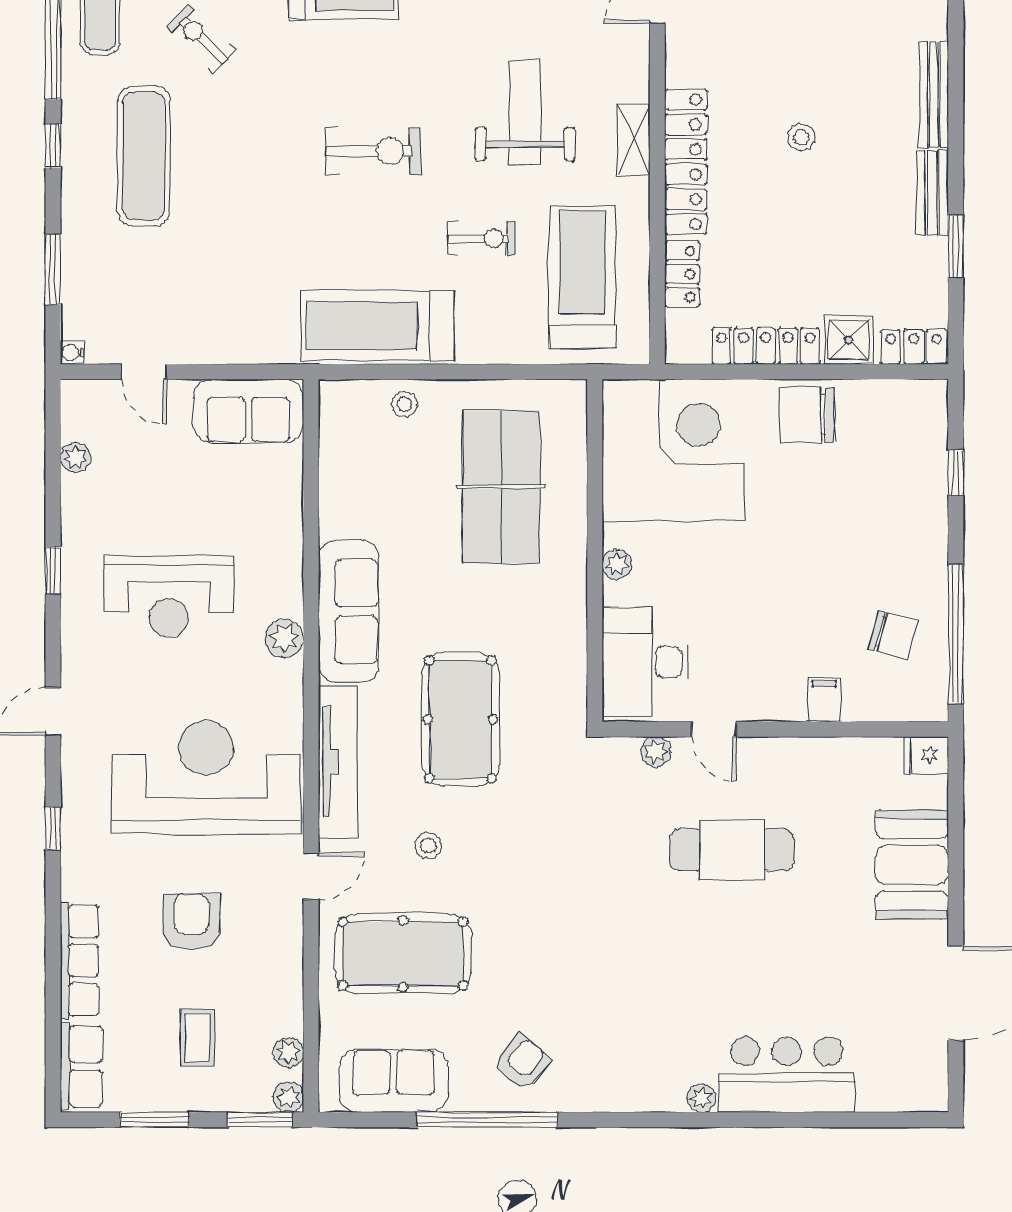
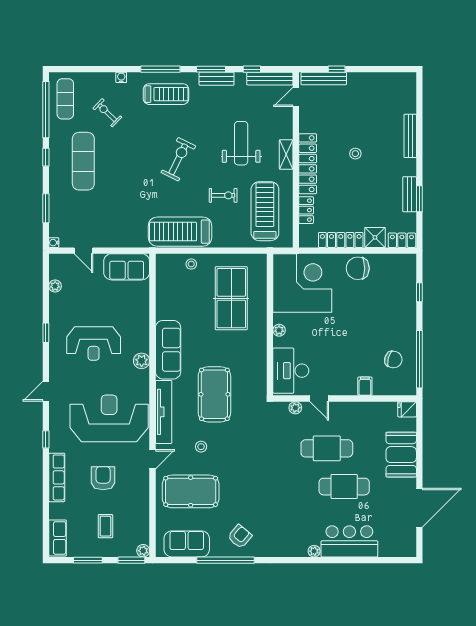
exercise bike: (373, 151) -> (178, 159), turned -64
bench: (932, 193) -> (410, 194), moved
cafe table: (774, 942) -> (344, 487), added
row of seats: (79, 961) -> (57, 477), moved
plant: (288, 1052) -> (143, 532), removed

